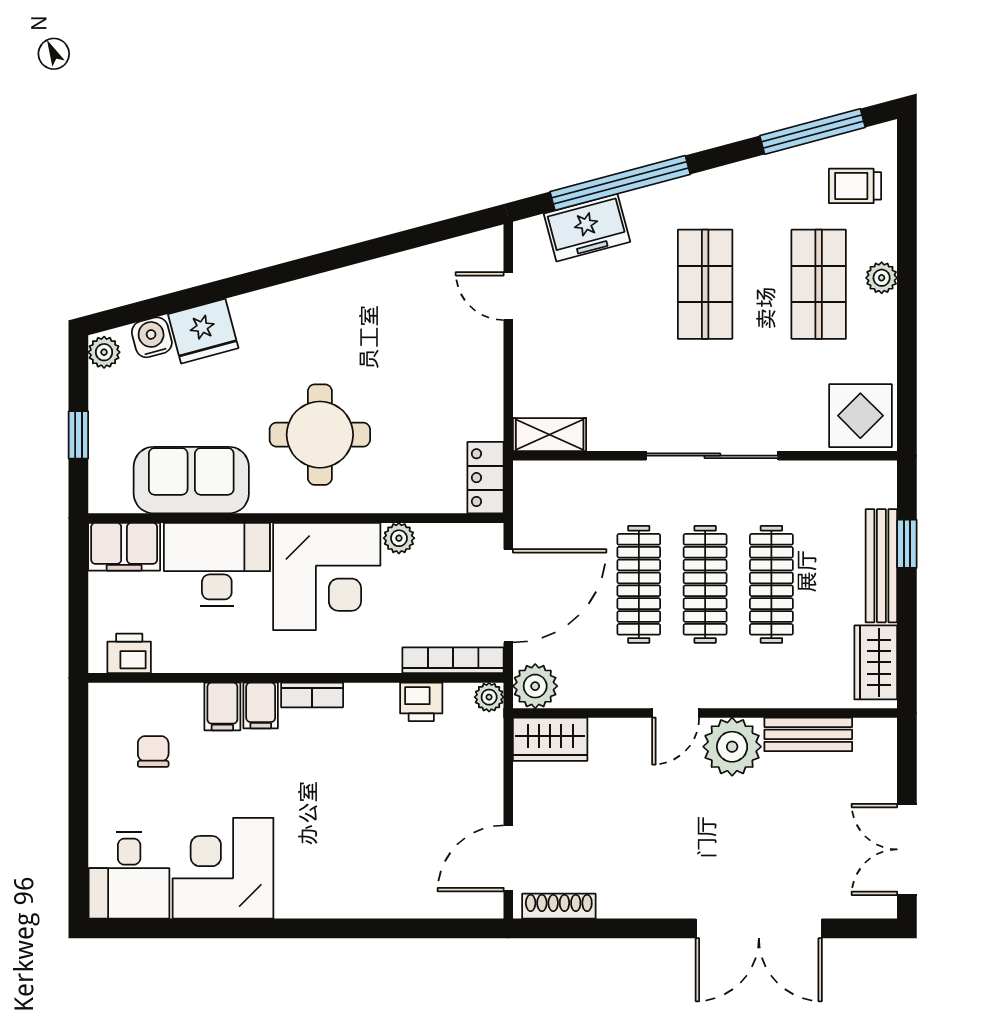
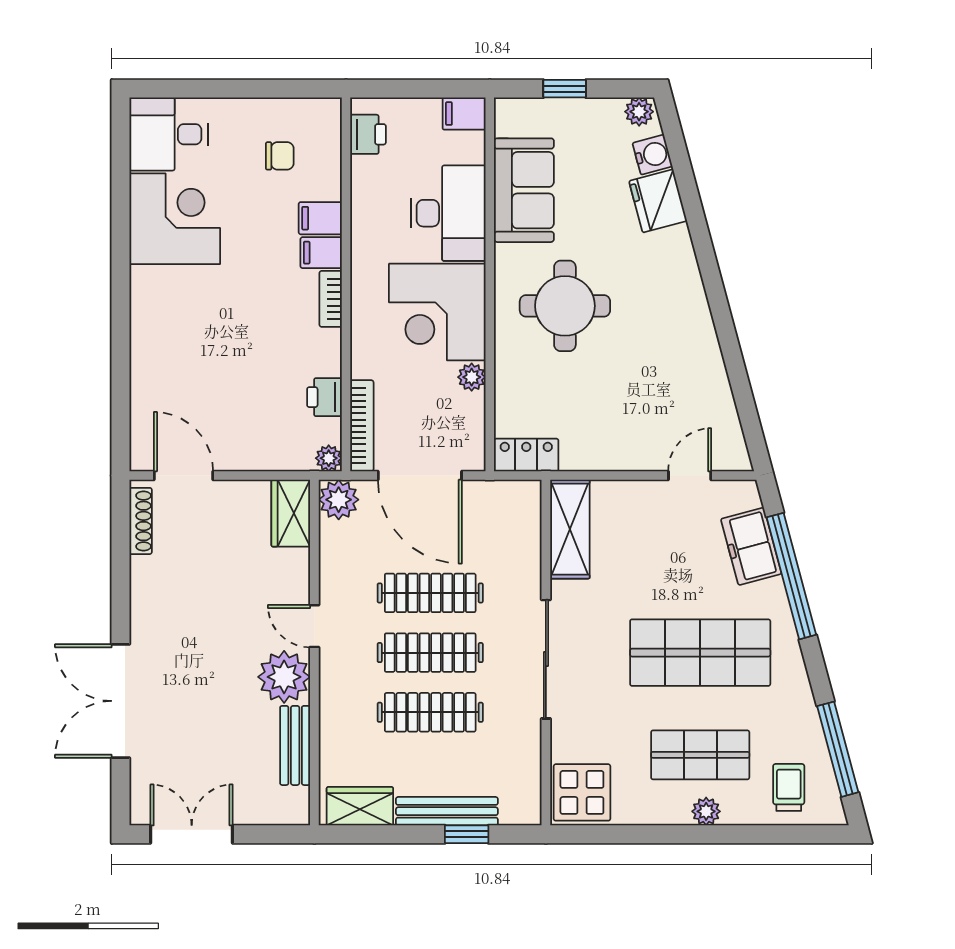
shop shelf: (705, 284) -> (700, 653), width x1.43, depth x1.36
shelving: (550, 435) -> (570, 529), width x1.50, depth x1.33
filing cabinet: (124, 547) -> (464, 114), width x0.50

